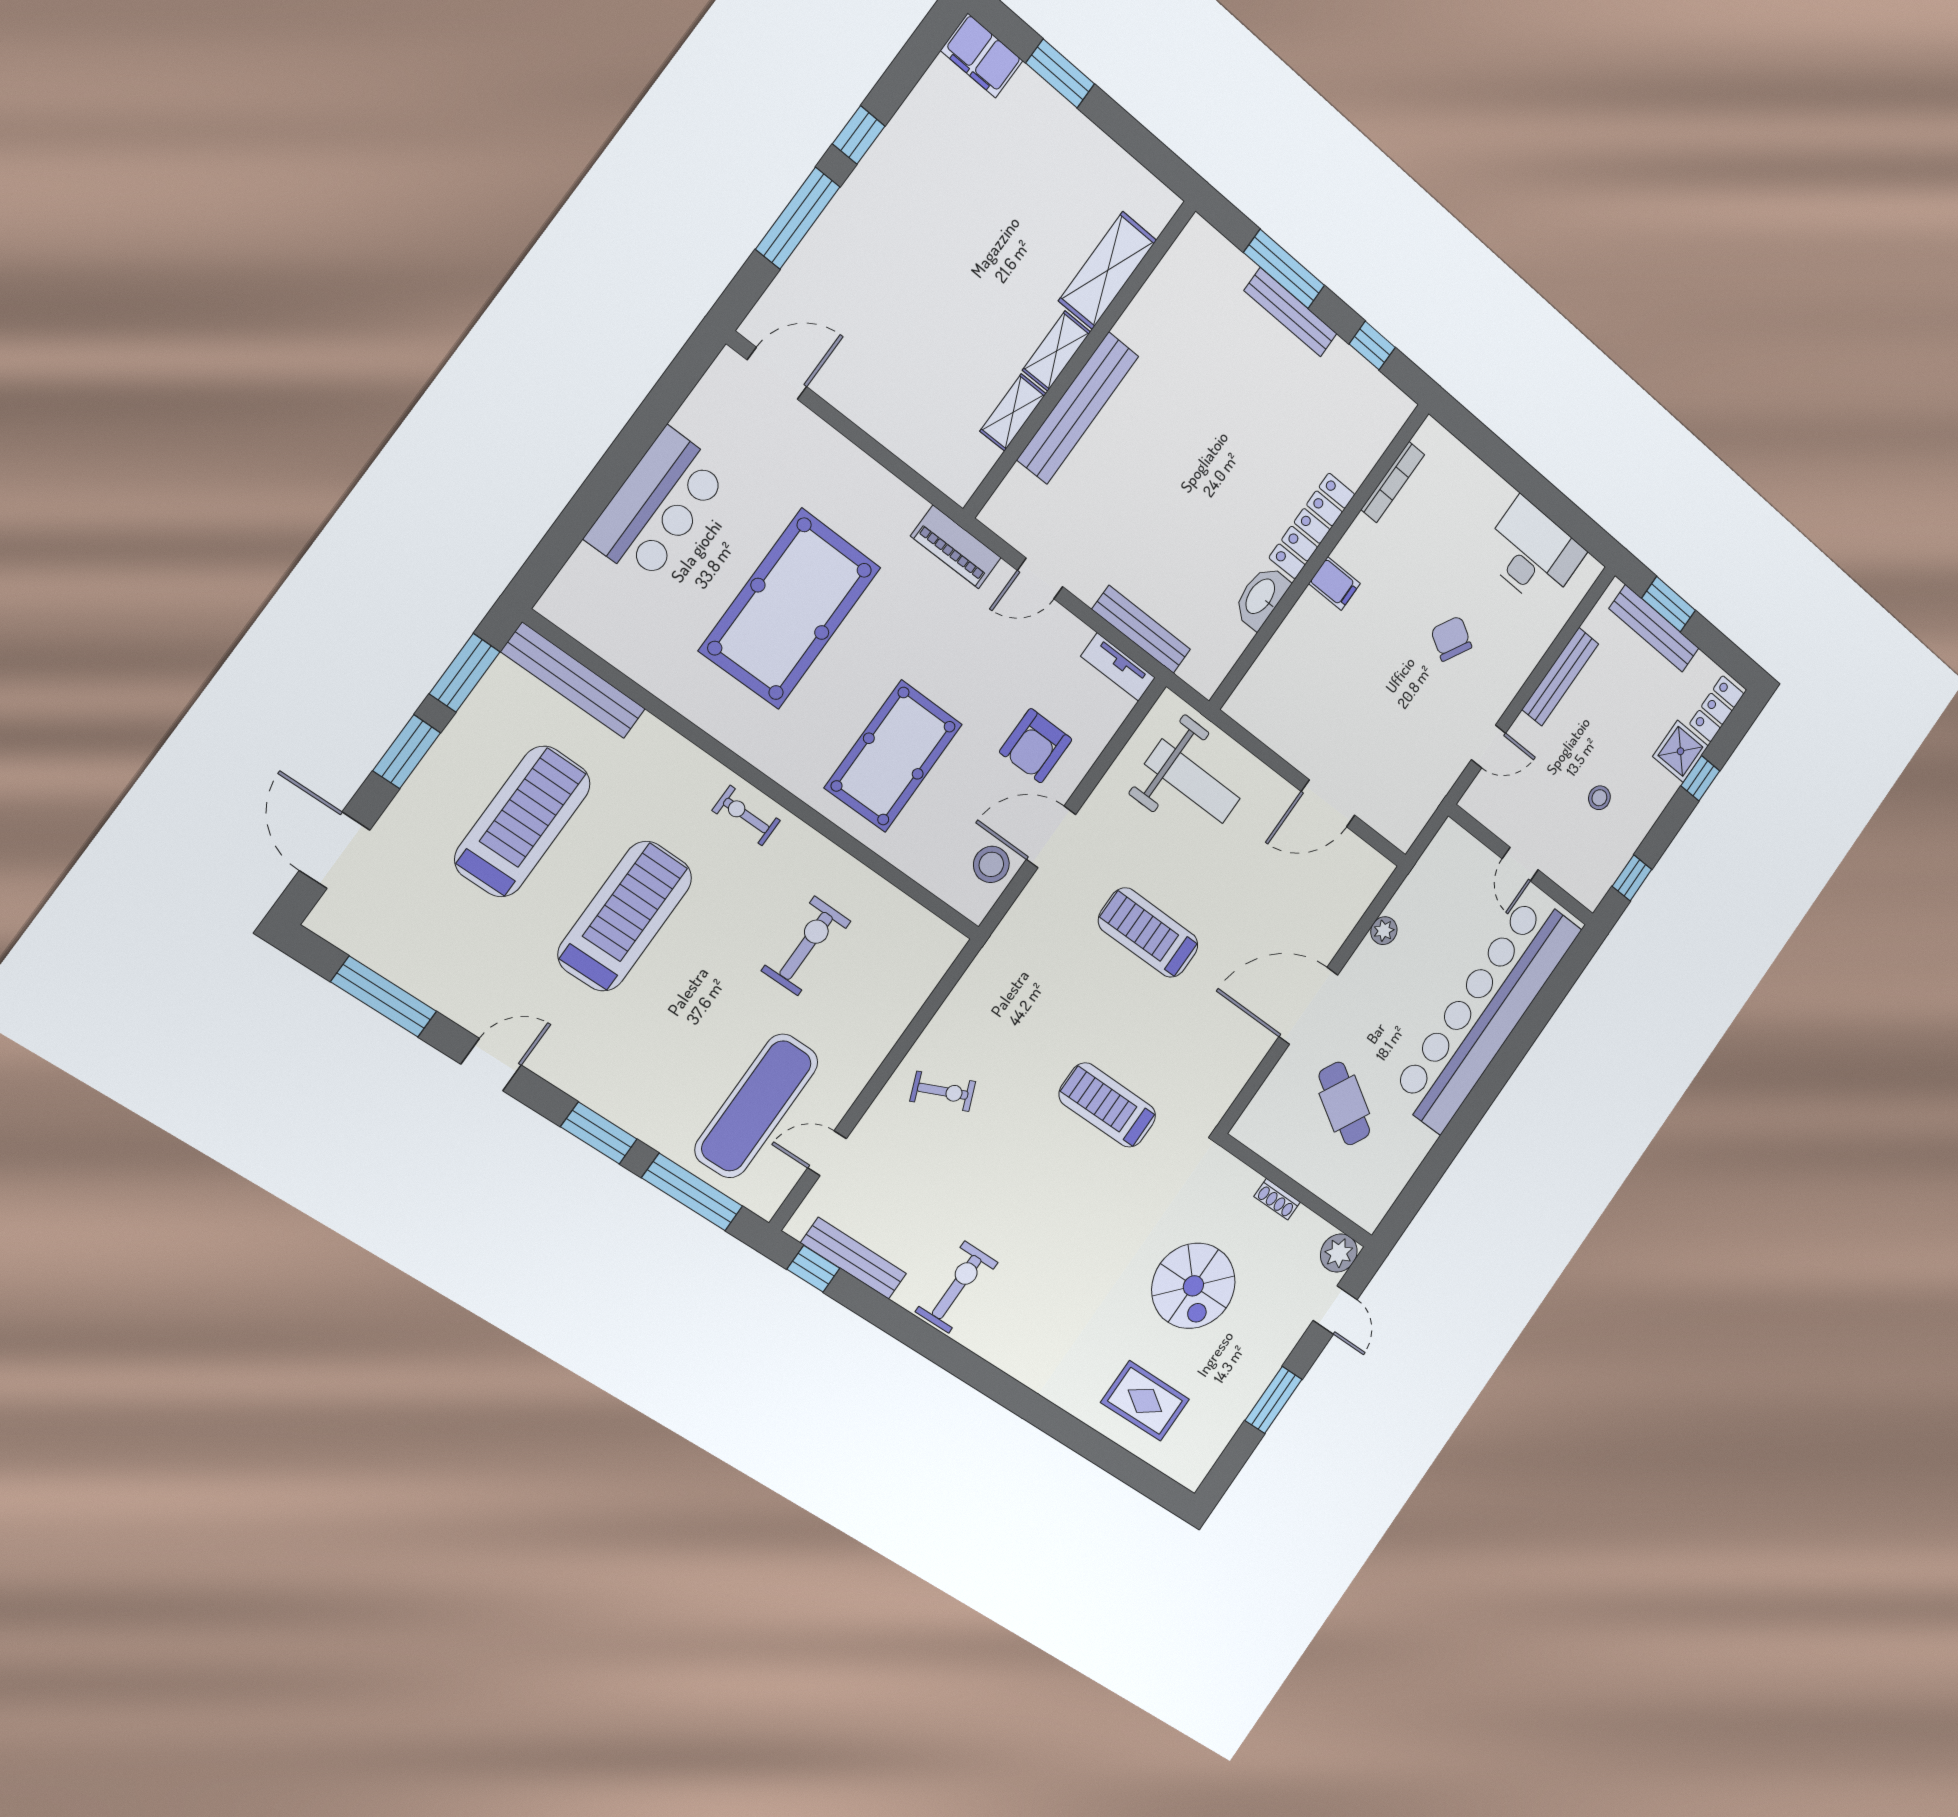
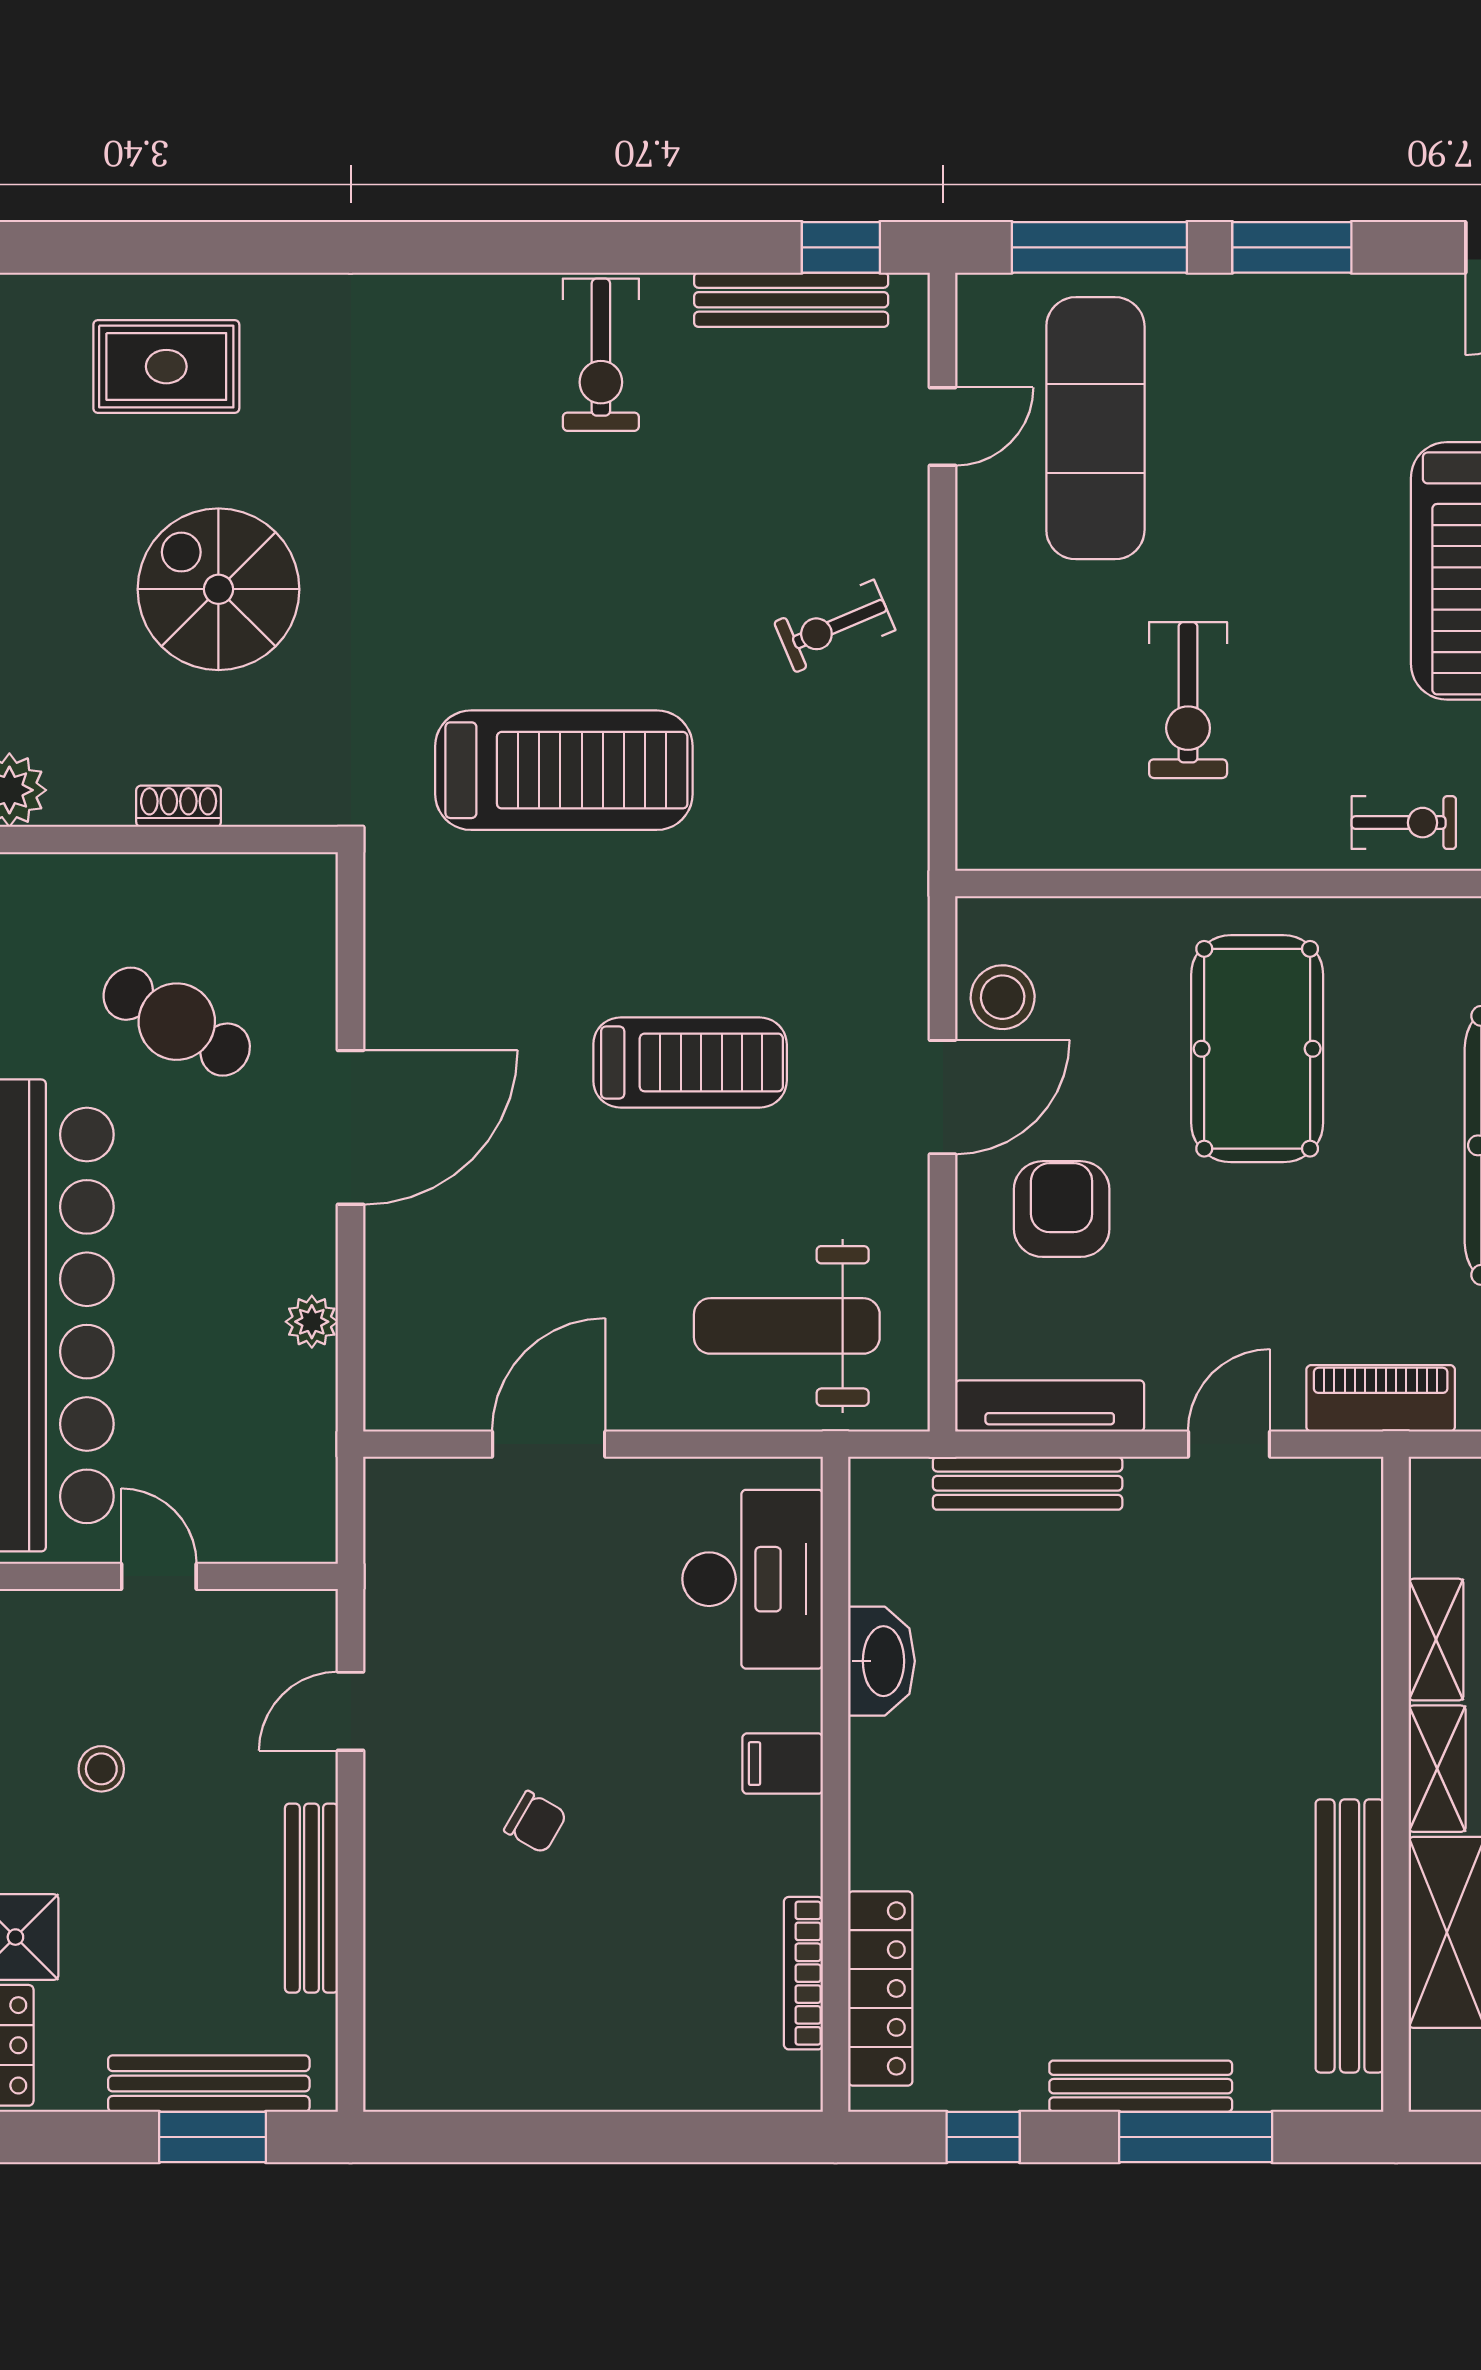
bench: (1078, 408) -> (1349, 1936), moved
locker: (1312, 526) -> (880, 1988), moved
desk: (1533, 553) -> (753, 1579), moved, turned -90
chair: (1451, 639) -> (536, 1822), width x0.73, depth x0.73
tv unit: (1118, 667) -> (1050, 1406), width x1.41
treadmill: (1107, 1105) -> (564, 770), width x1.37, depth x1.38

